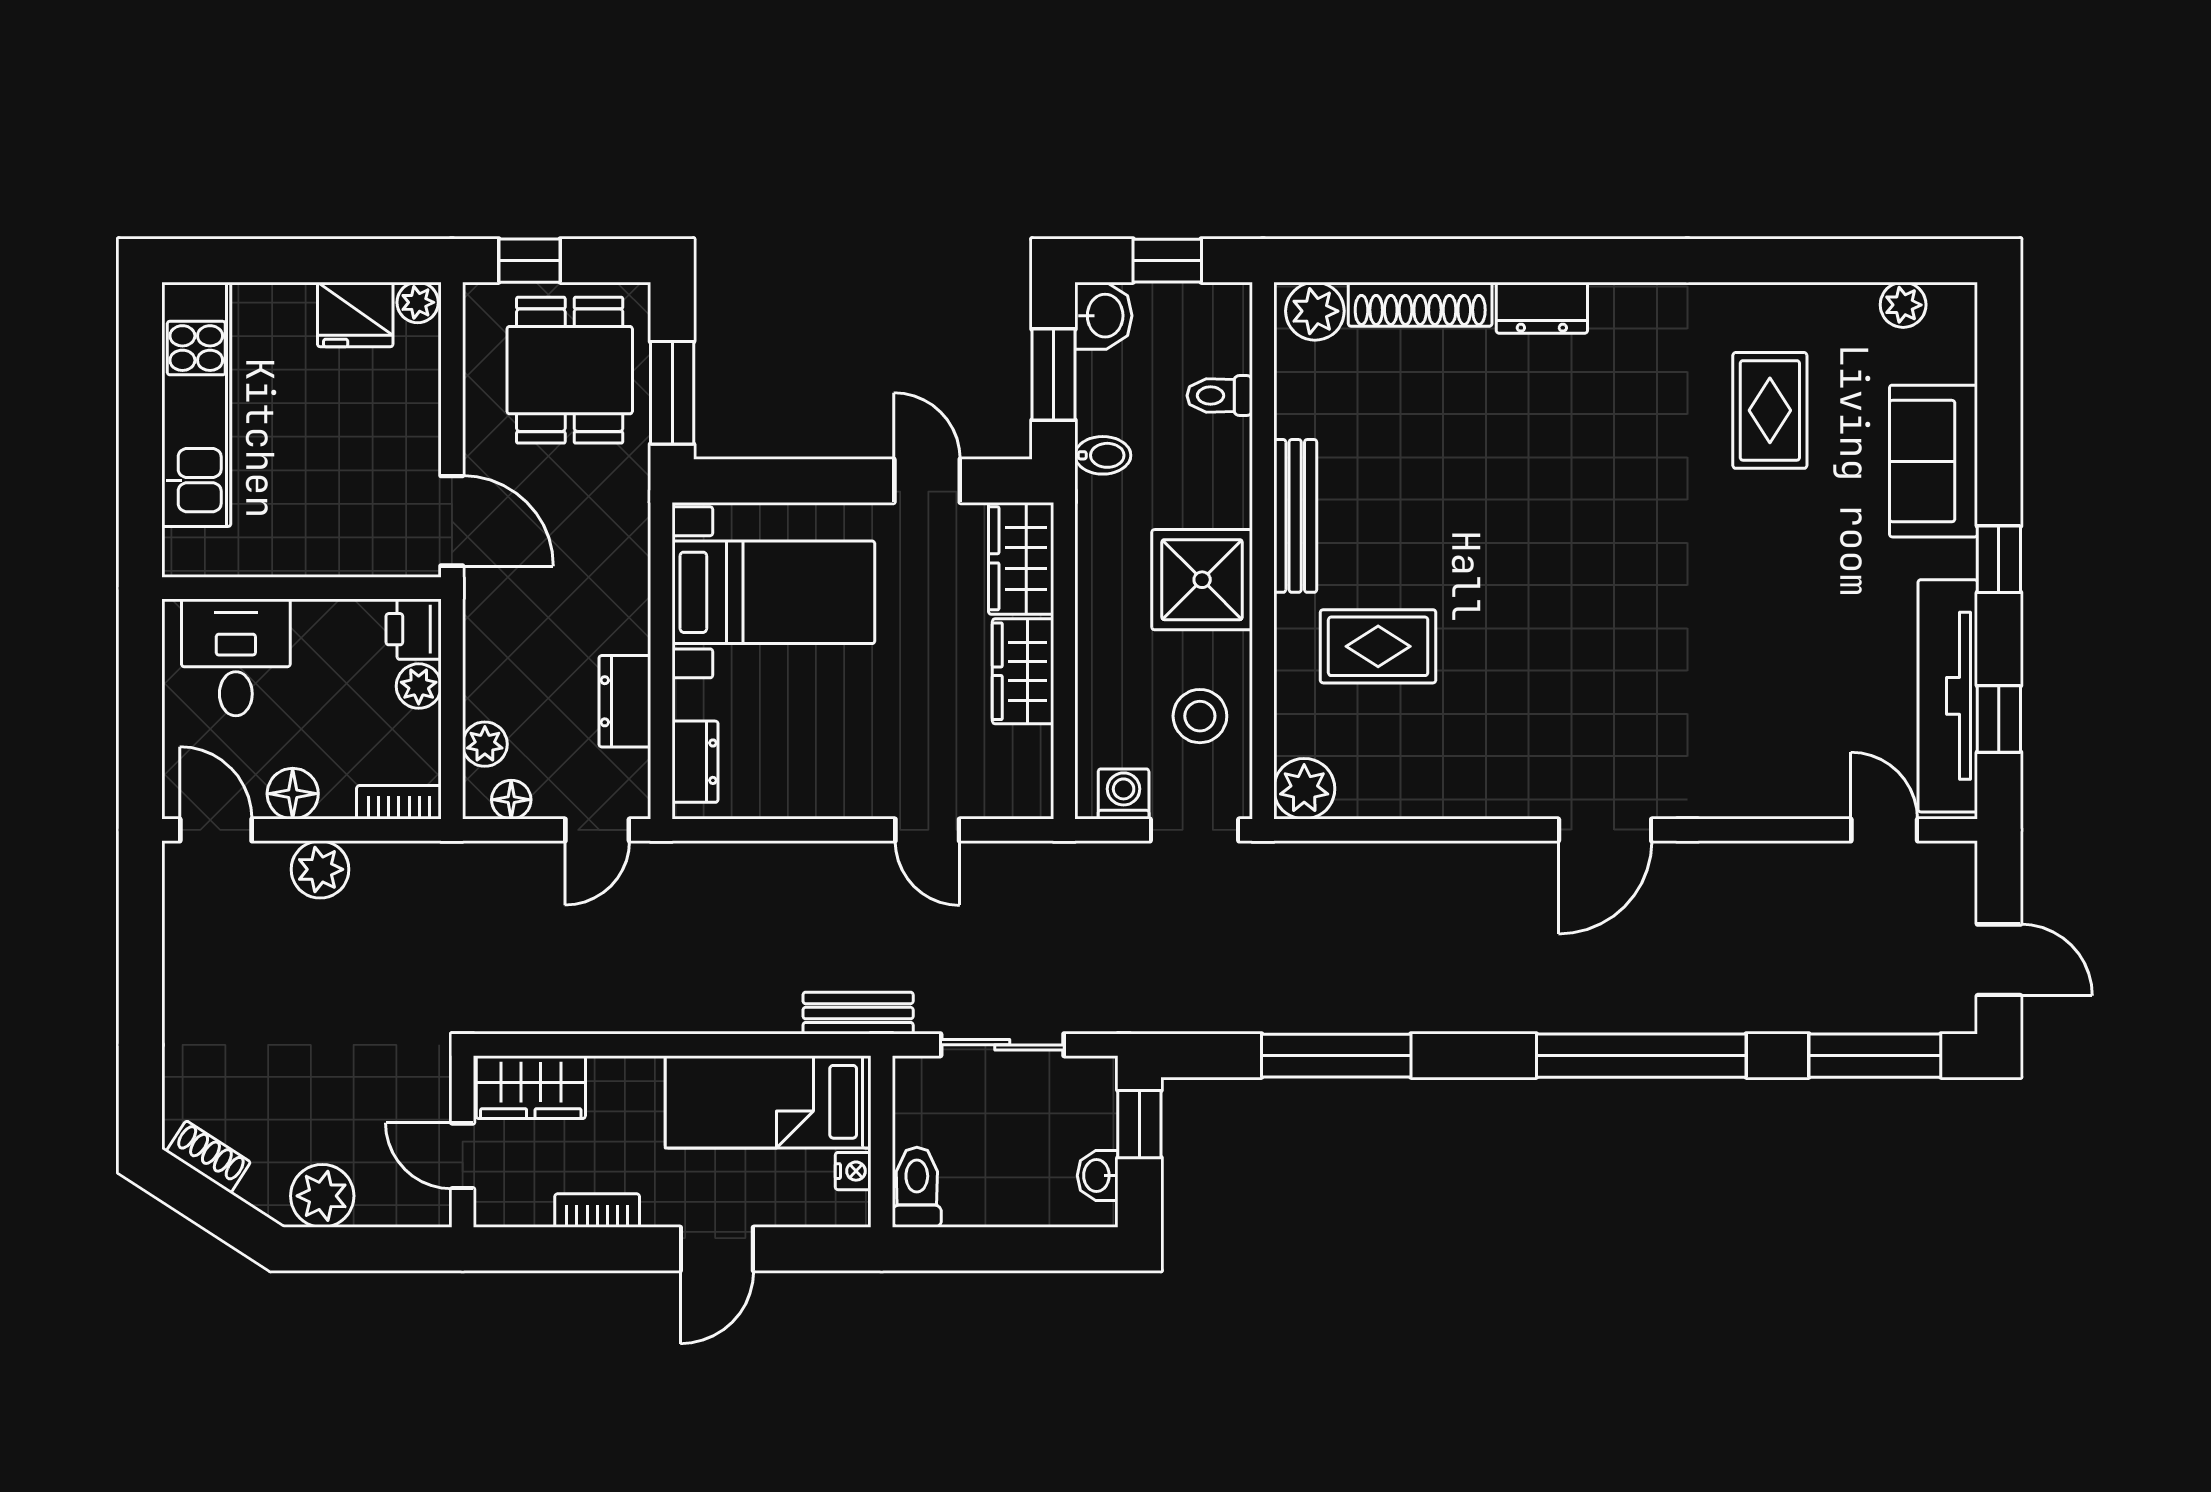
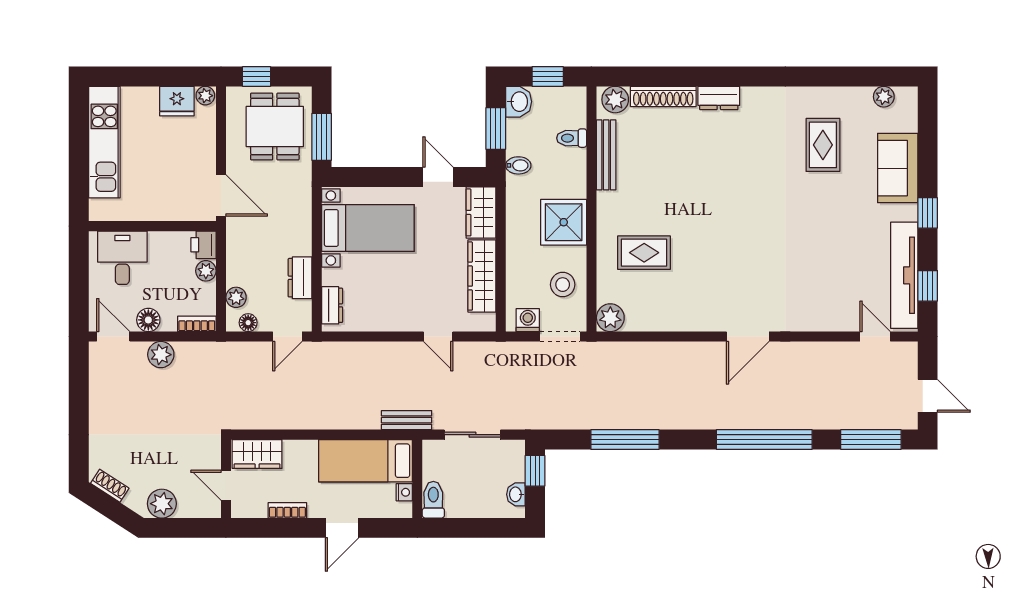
bench: (1295, 516) -> (606, 155), moved
wardrobe: (1023, 671) -> (482, 276), width x1.50

